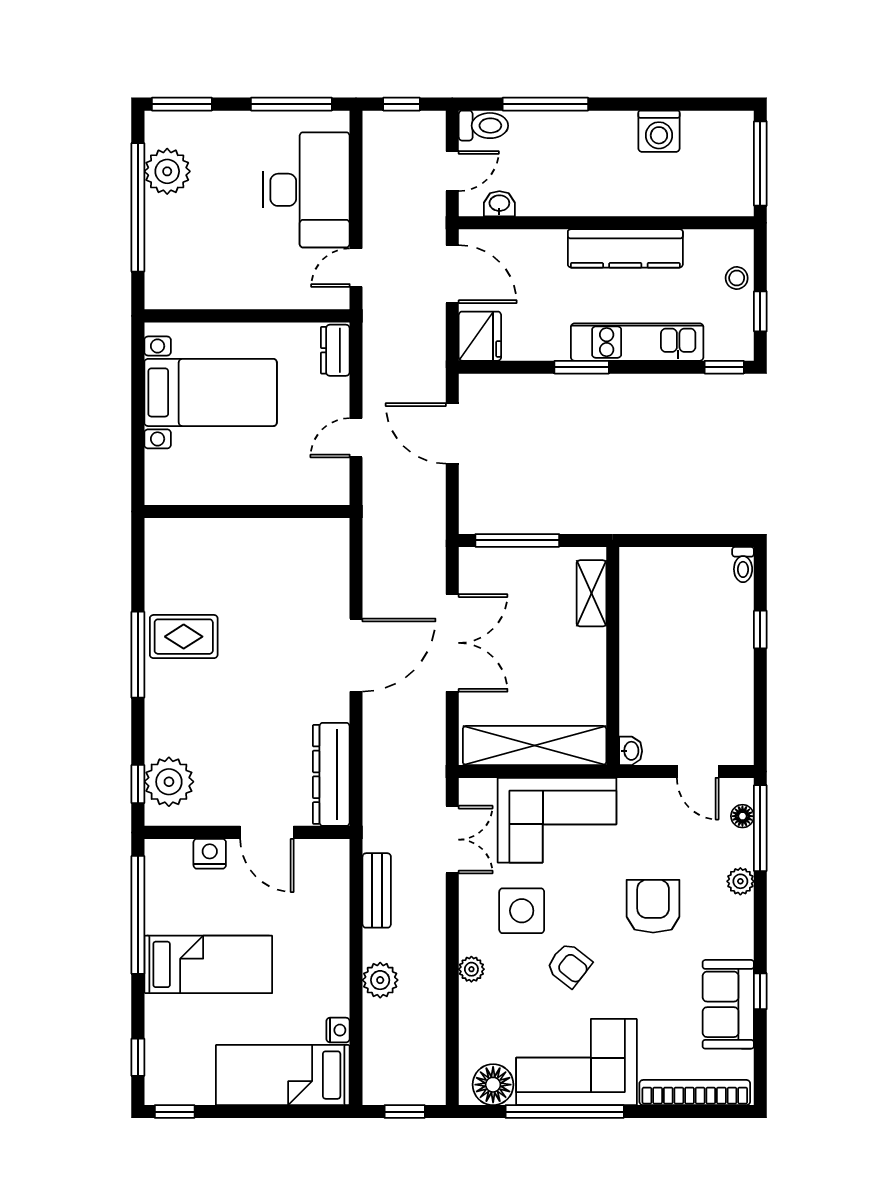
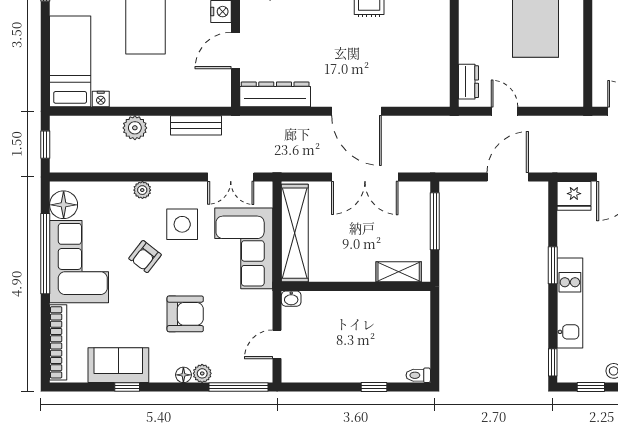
dresser: (335, 350) -> (469, 82), moved, turned 90
floor lamp: (742, 816) -> (183, 375), moved

